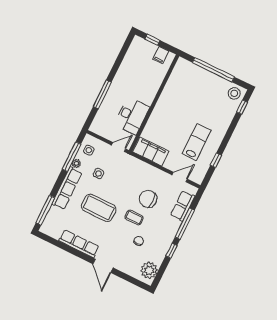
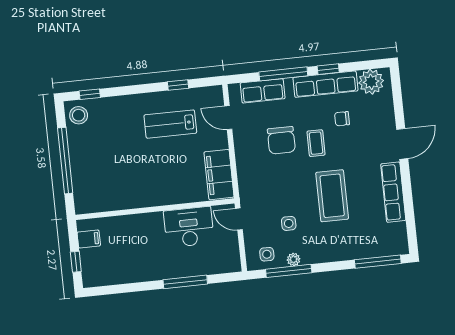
row of seats: (67, 188) -> (325, 84), moved, turned 180

